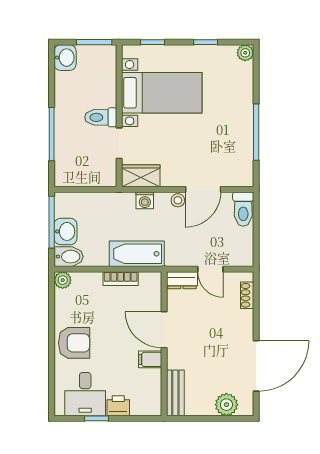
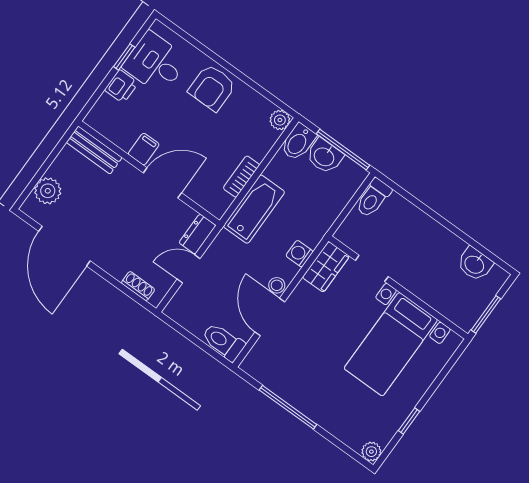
window: (153, 42) -> (446, 370), removed
washbasin: (65, 58) -> (475, 264), moved
toilet: (101, 117) -> (373, 198), moved, turned 180
window: (52, 134) -> (427, 210), removed

